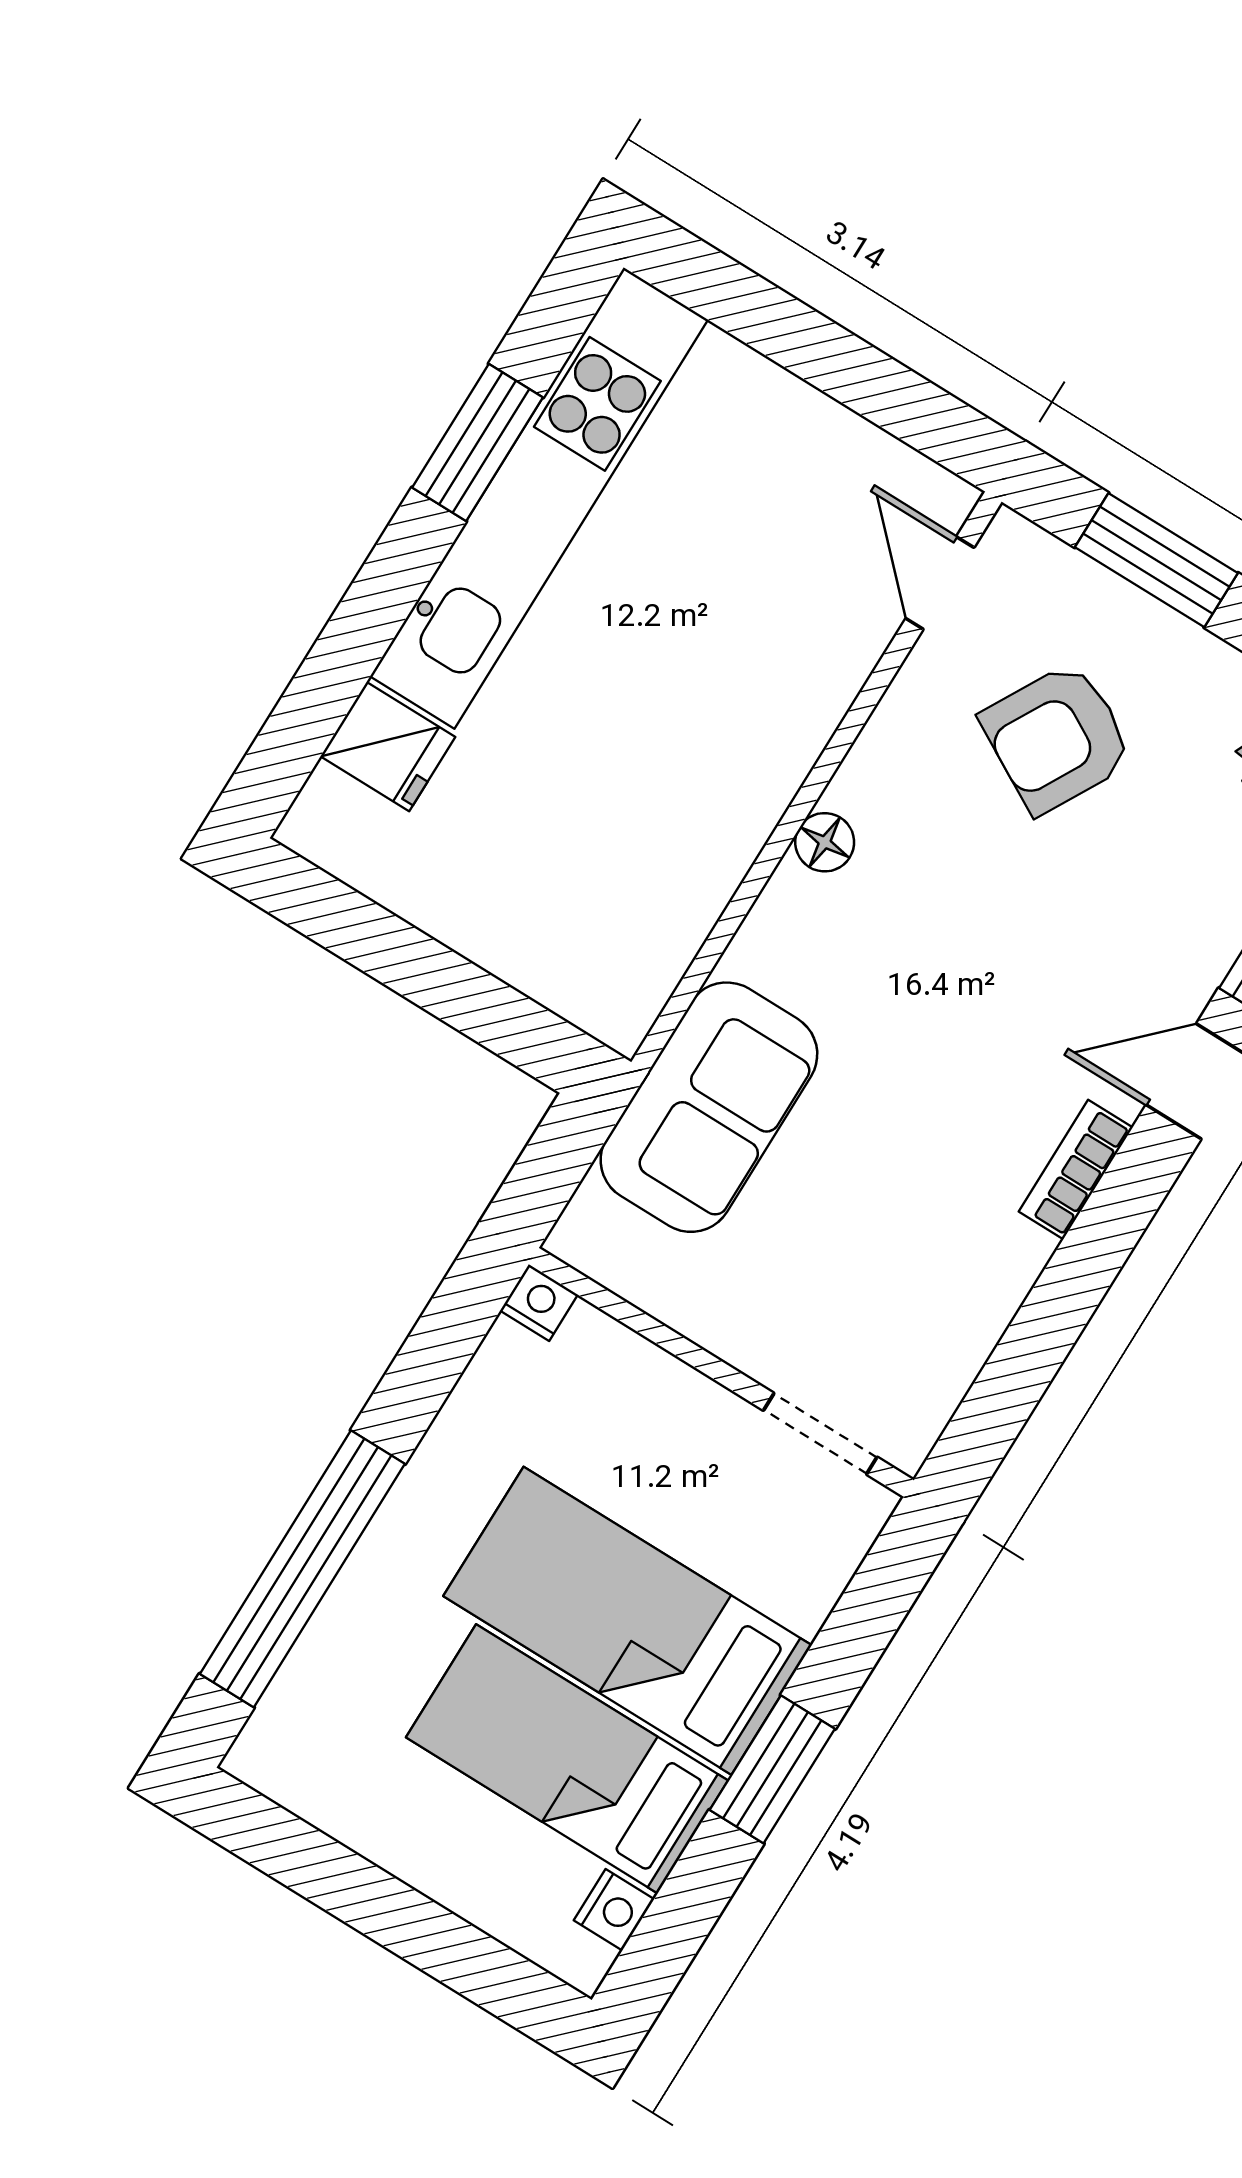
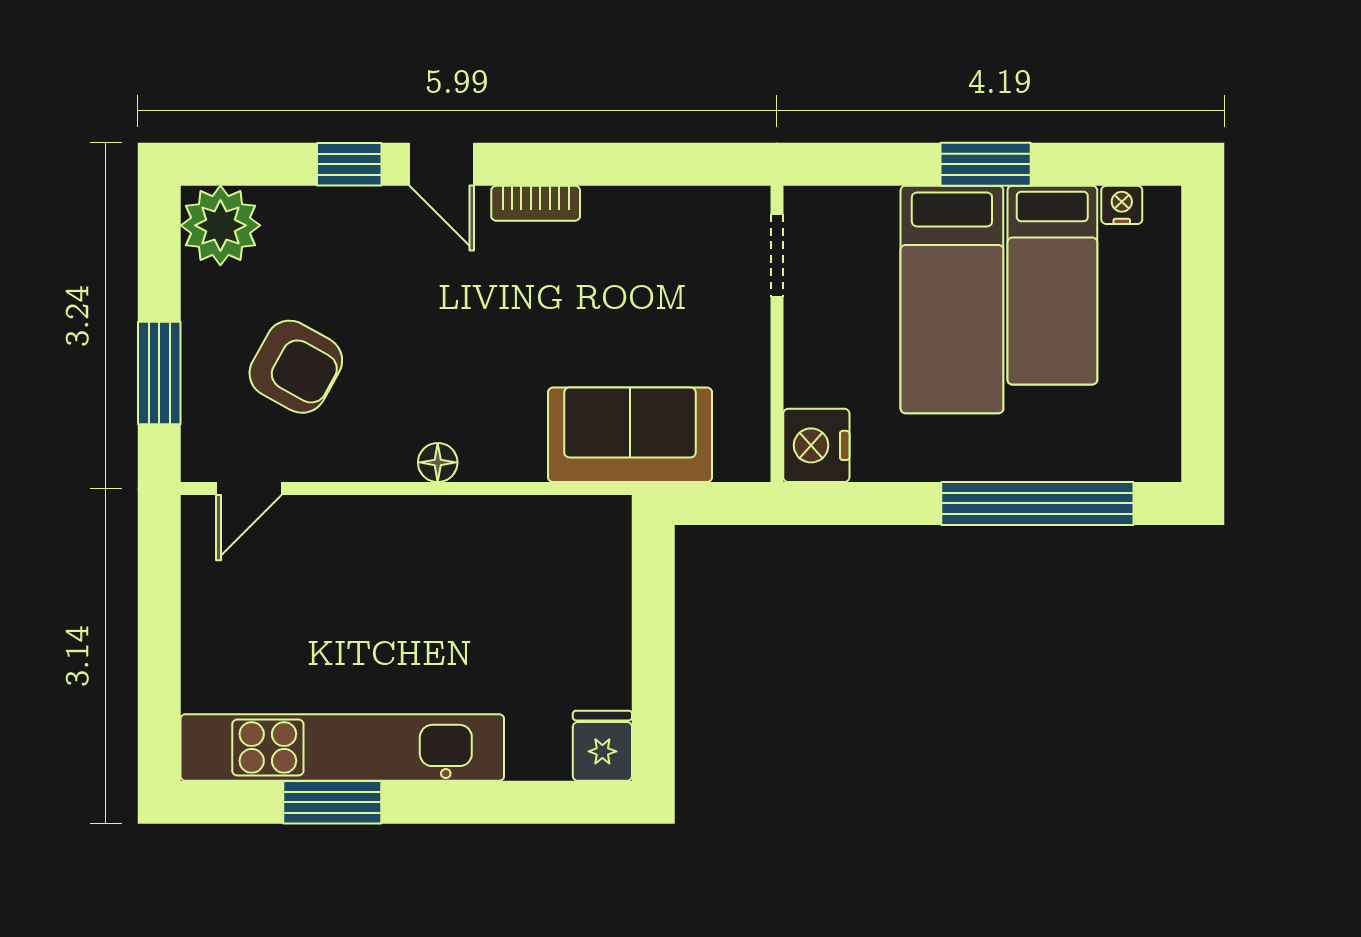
fridge: (388, 747) -> (602, 746), moved
nightstand: (539, 1303) -> (816, 445), width x1.89, depth x1.79

